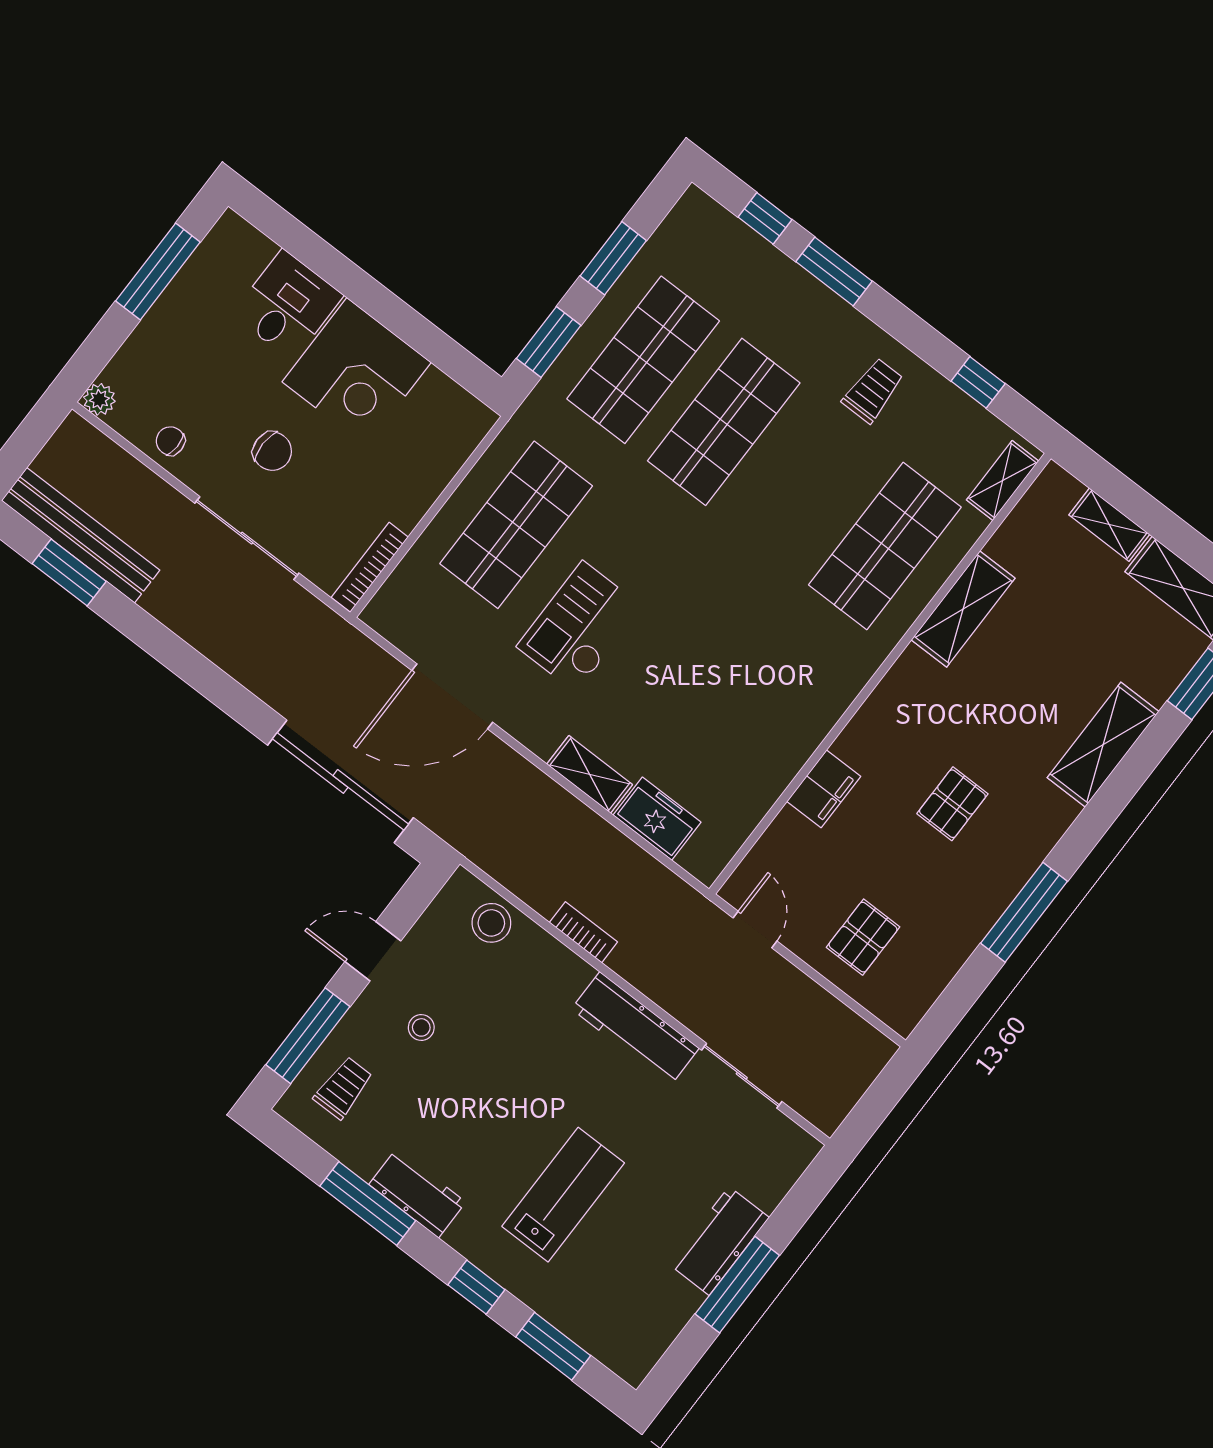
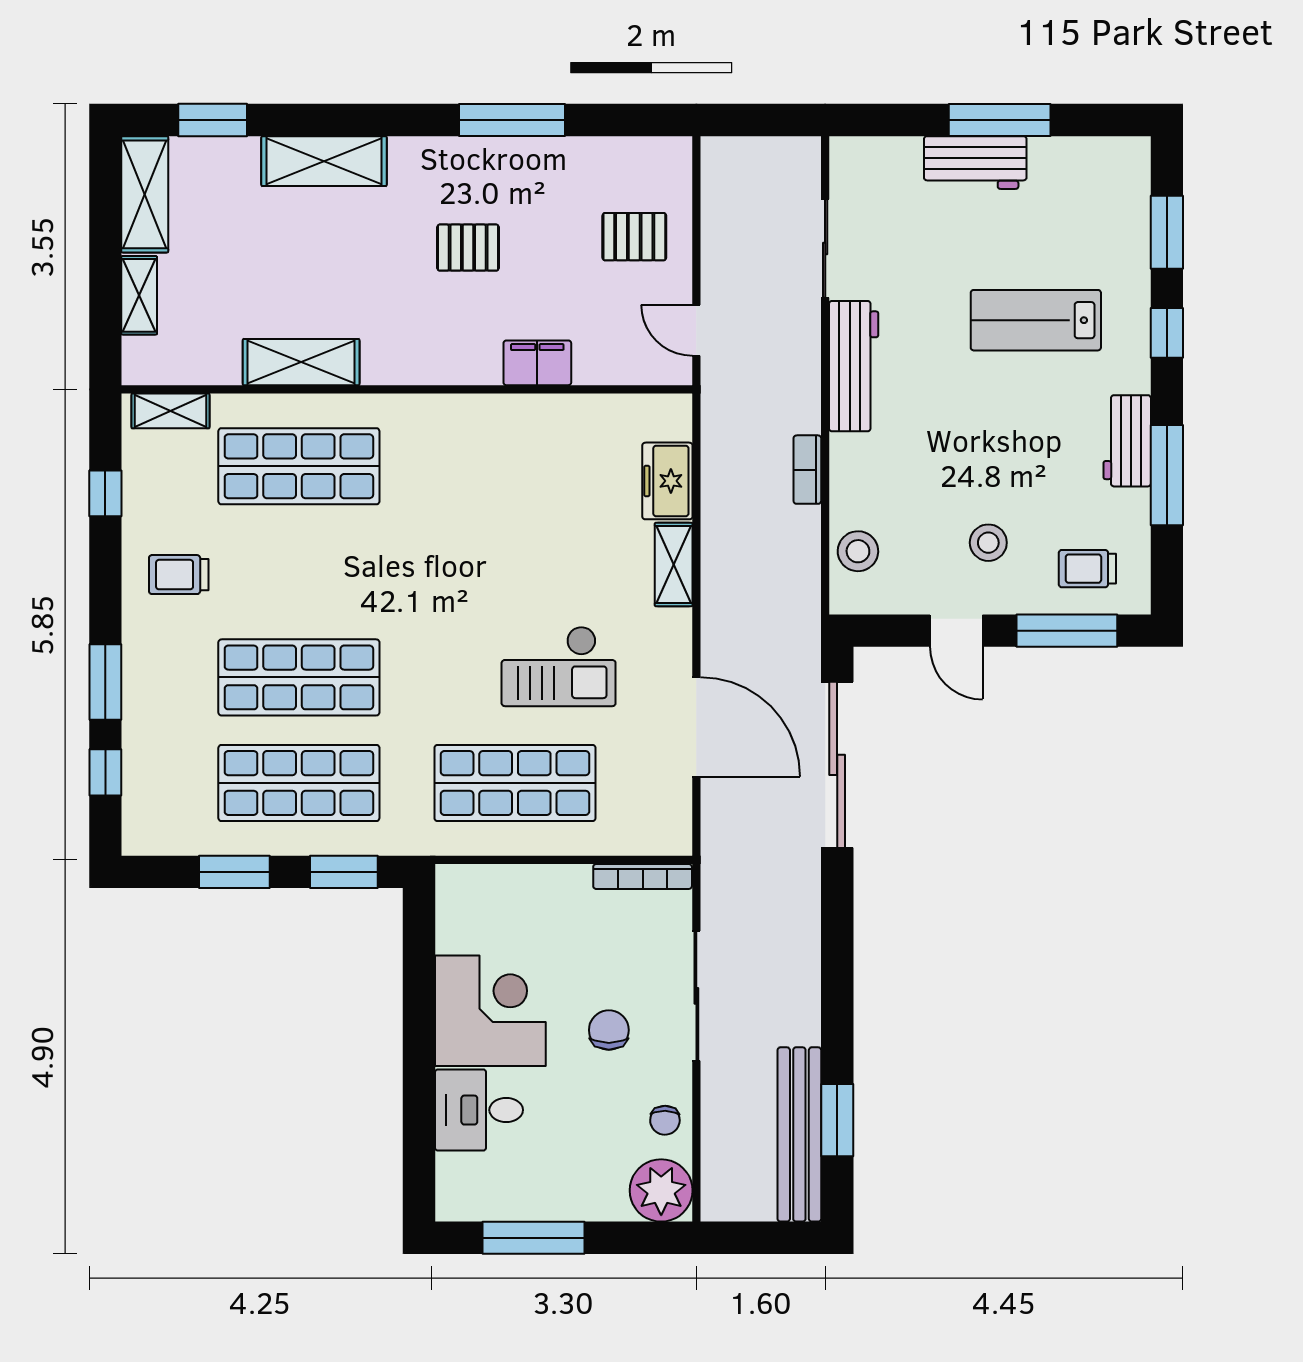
plant: (99, 399) -> (661, 1190), width x1.88, depth x1.88
door: (755, 929) -> (696, 330), hinge flipped
stool: (421, 1027) -> (988, 543), width x1.37, depth x1.37

